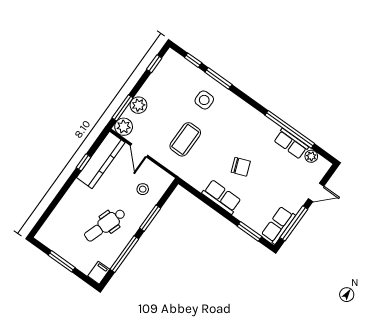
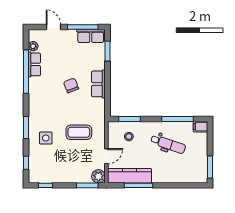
window: (218, 78) -> (26, 128), moved
plant: (138, 105) -> (78, 177), removed
window: (84, 162) -> (139, 185), width x2.17
window: (150, 218) -> (129, 119), moved
window: (62, 261) -> (210, 167), moved

